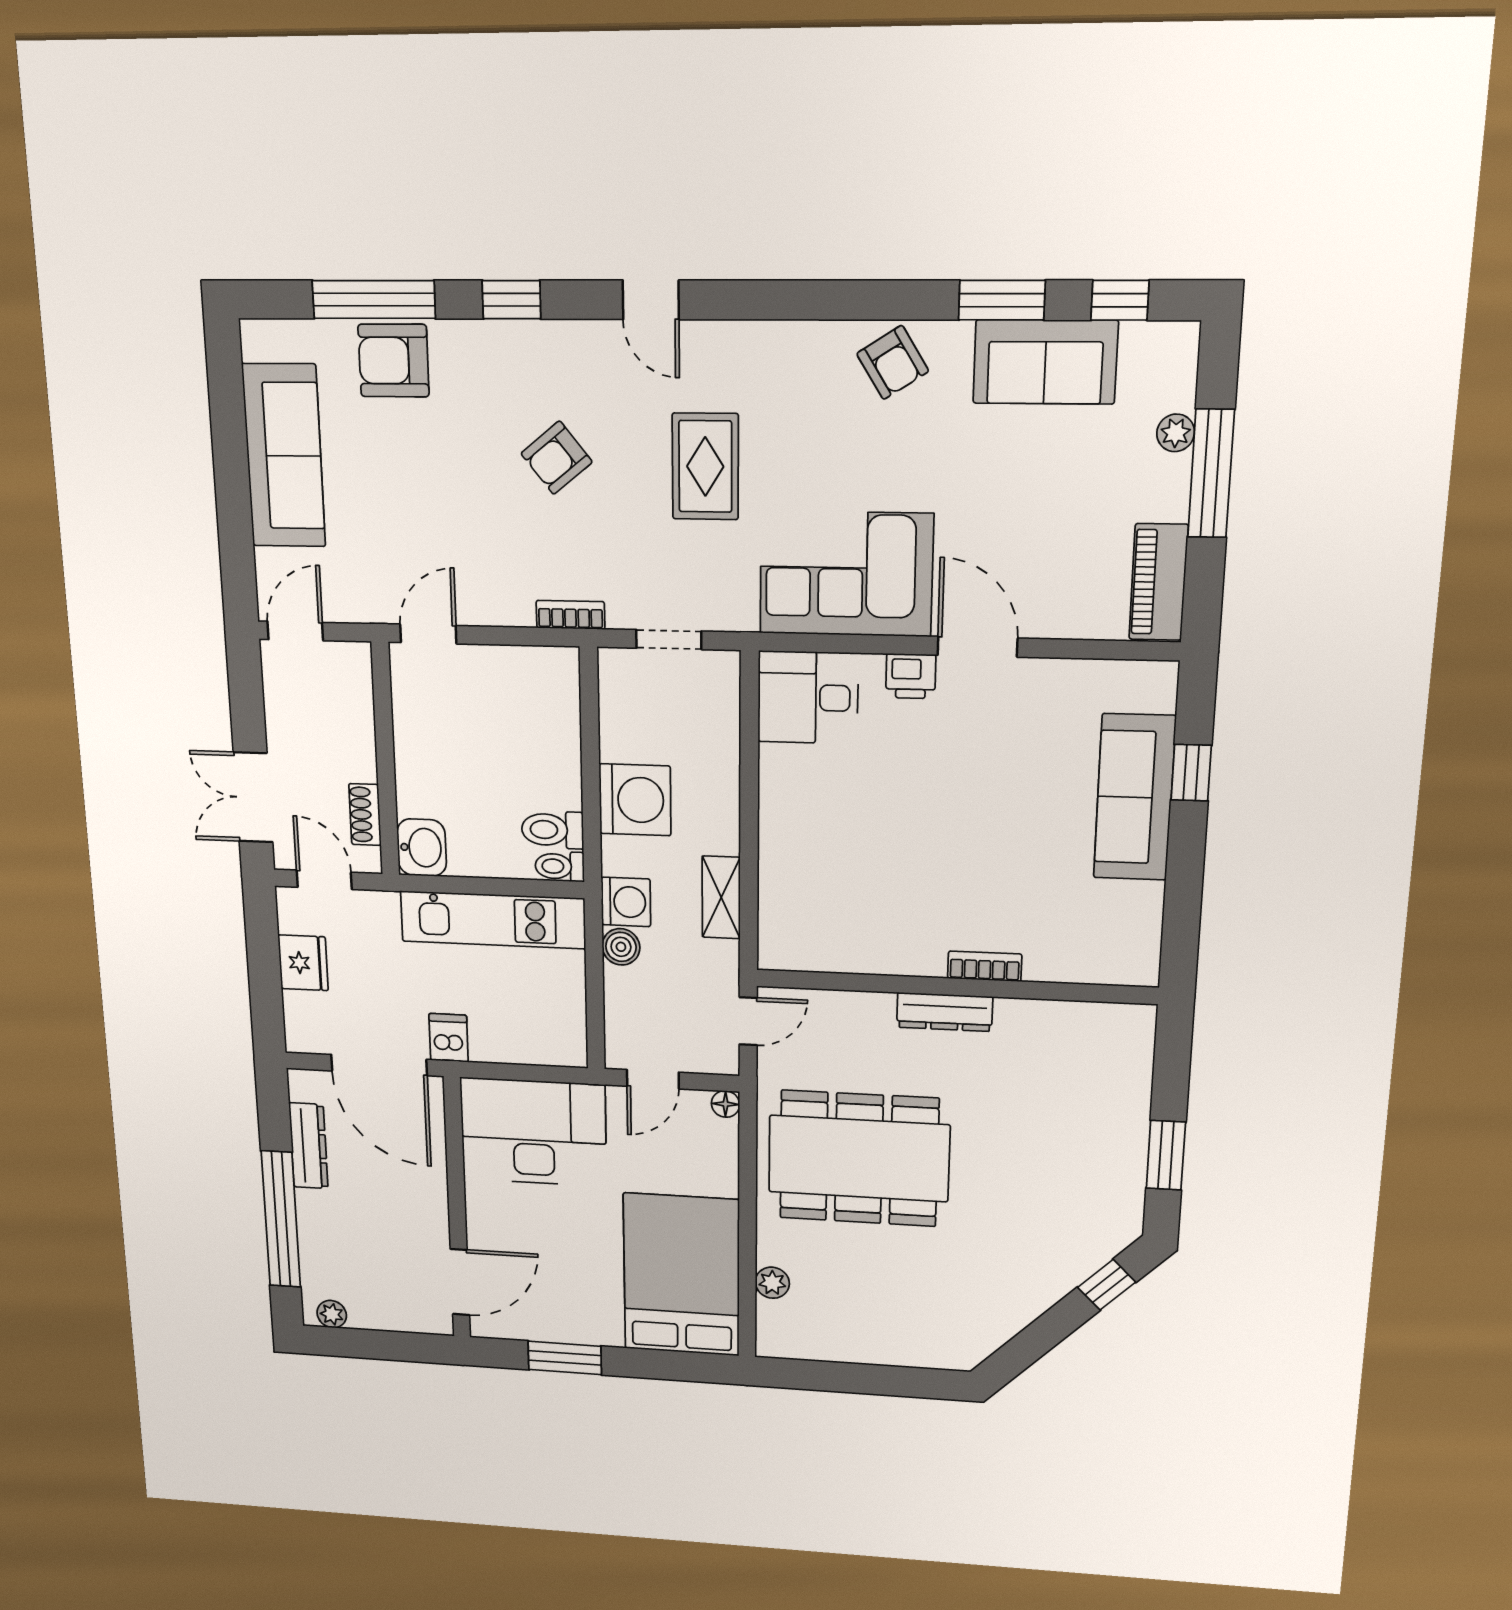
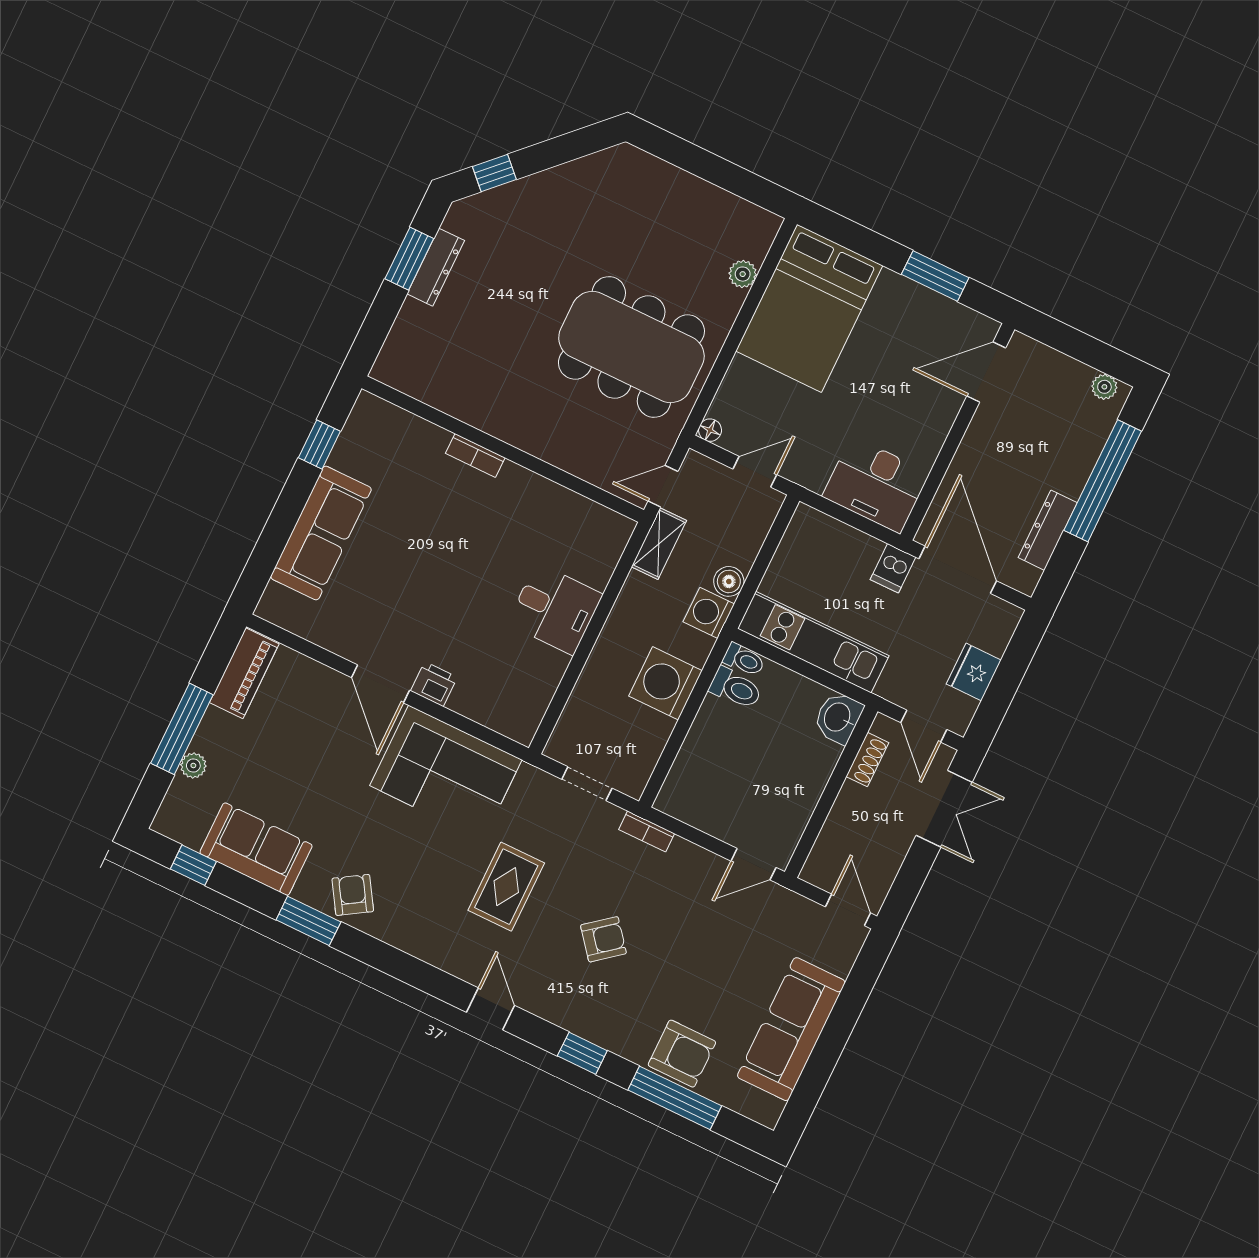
window: (1002, 300) -> (308, 921), moved
door: (295, 631) -> (848, 910), swing flipped
desk: (808, 697) -> (555, 609), moved
window: (1191, 773) -> (319, 444), moved
shelving: (721, 897) -> (659, 544), moved
dresser: (945, 1012) -> (436, 267), moved, turned 90
desk: (533, 1132) -> (876, 485), width x0.73, depth x0.77

